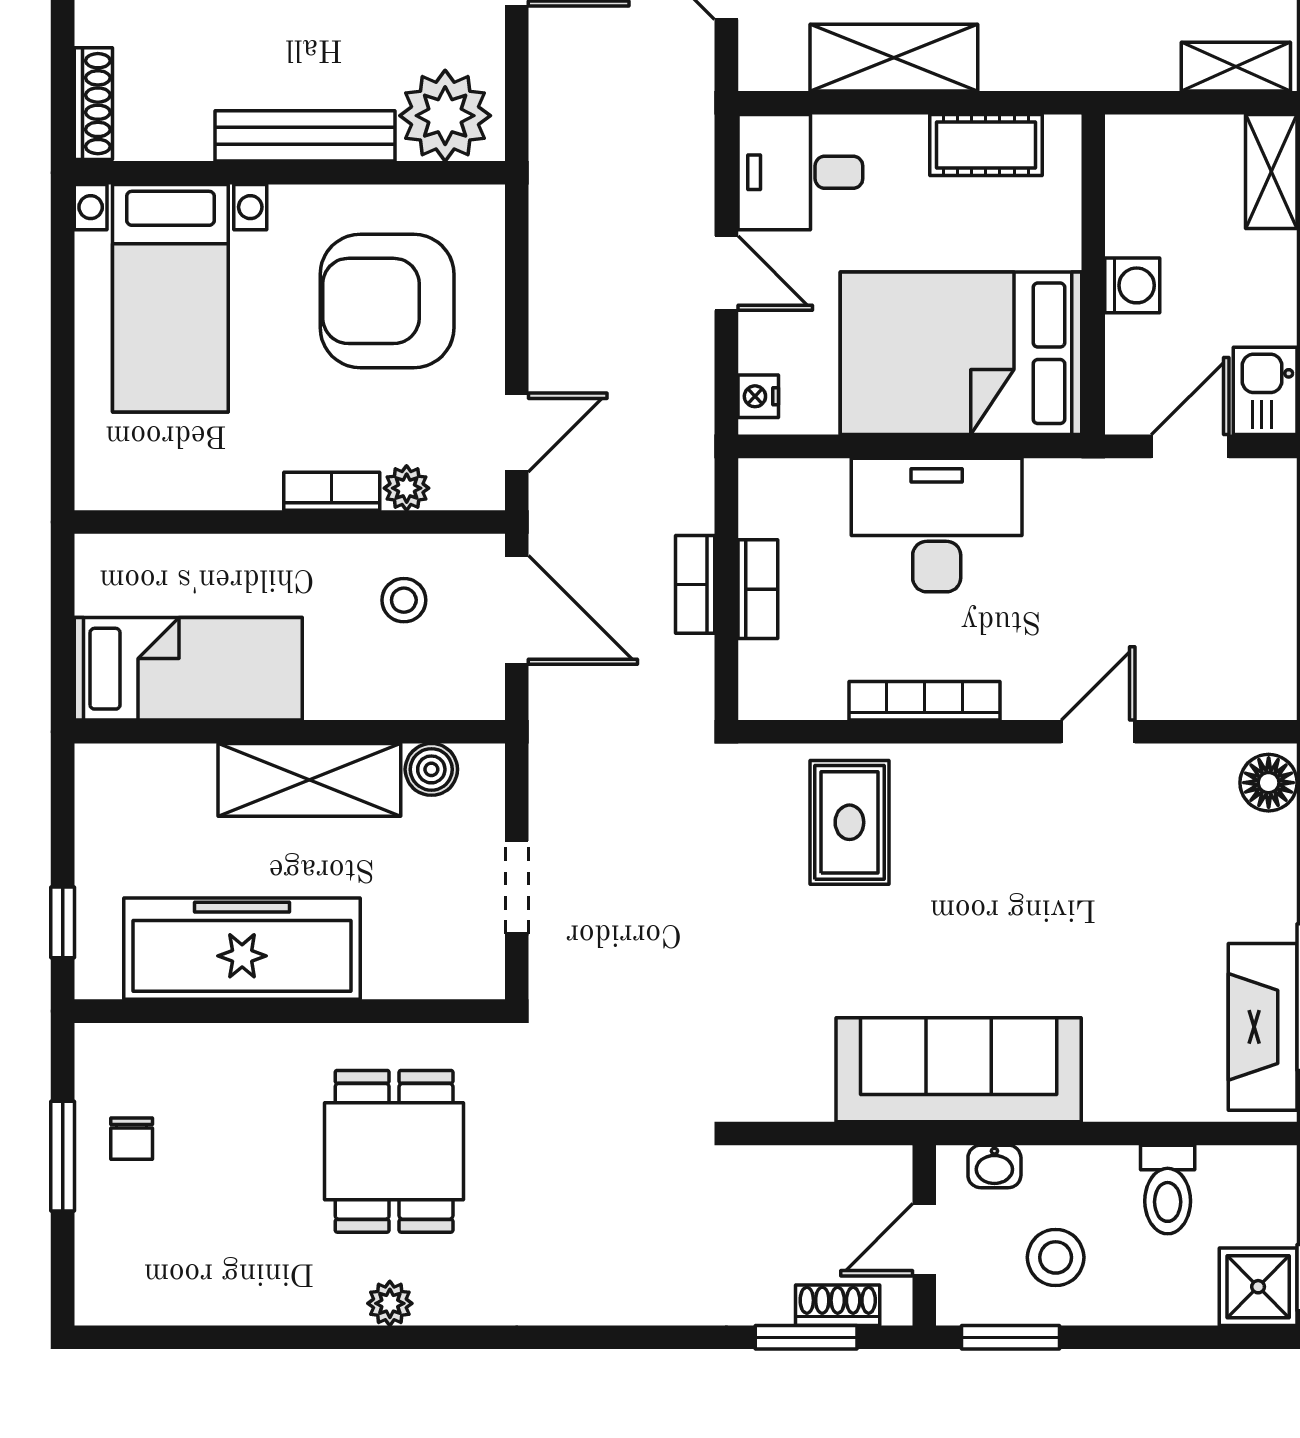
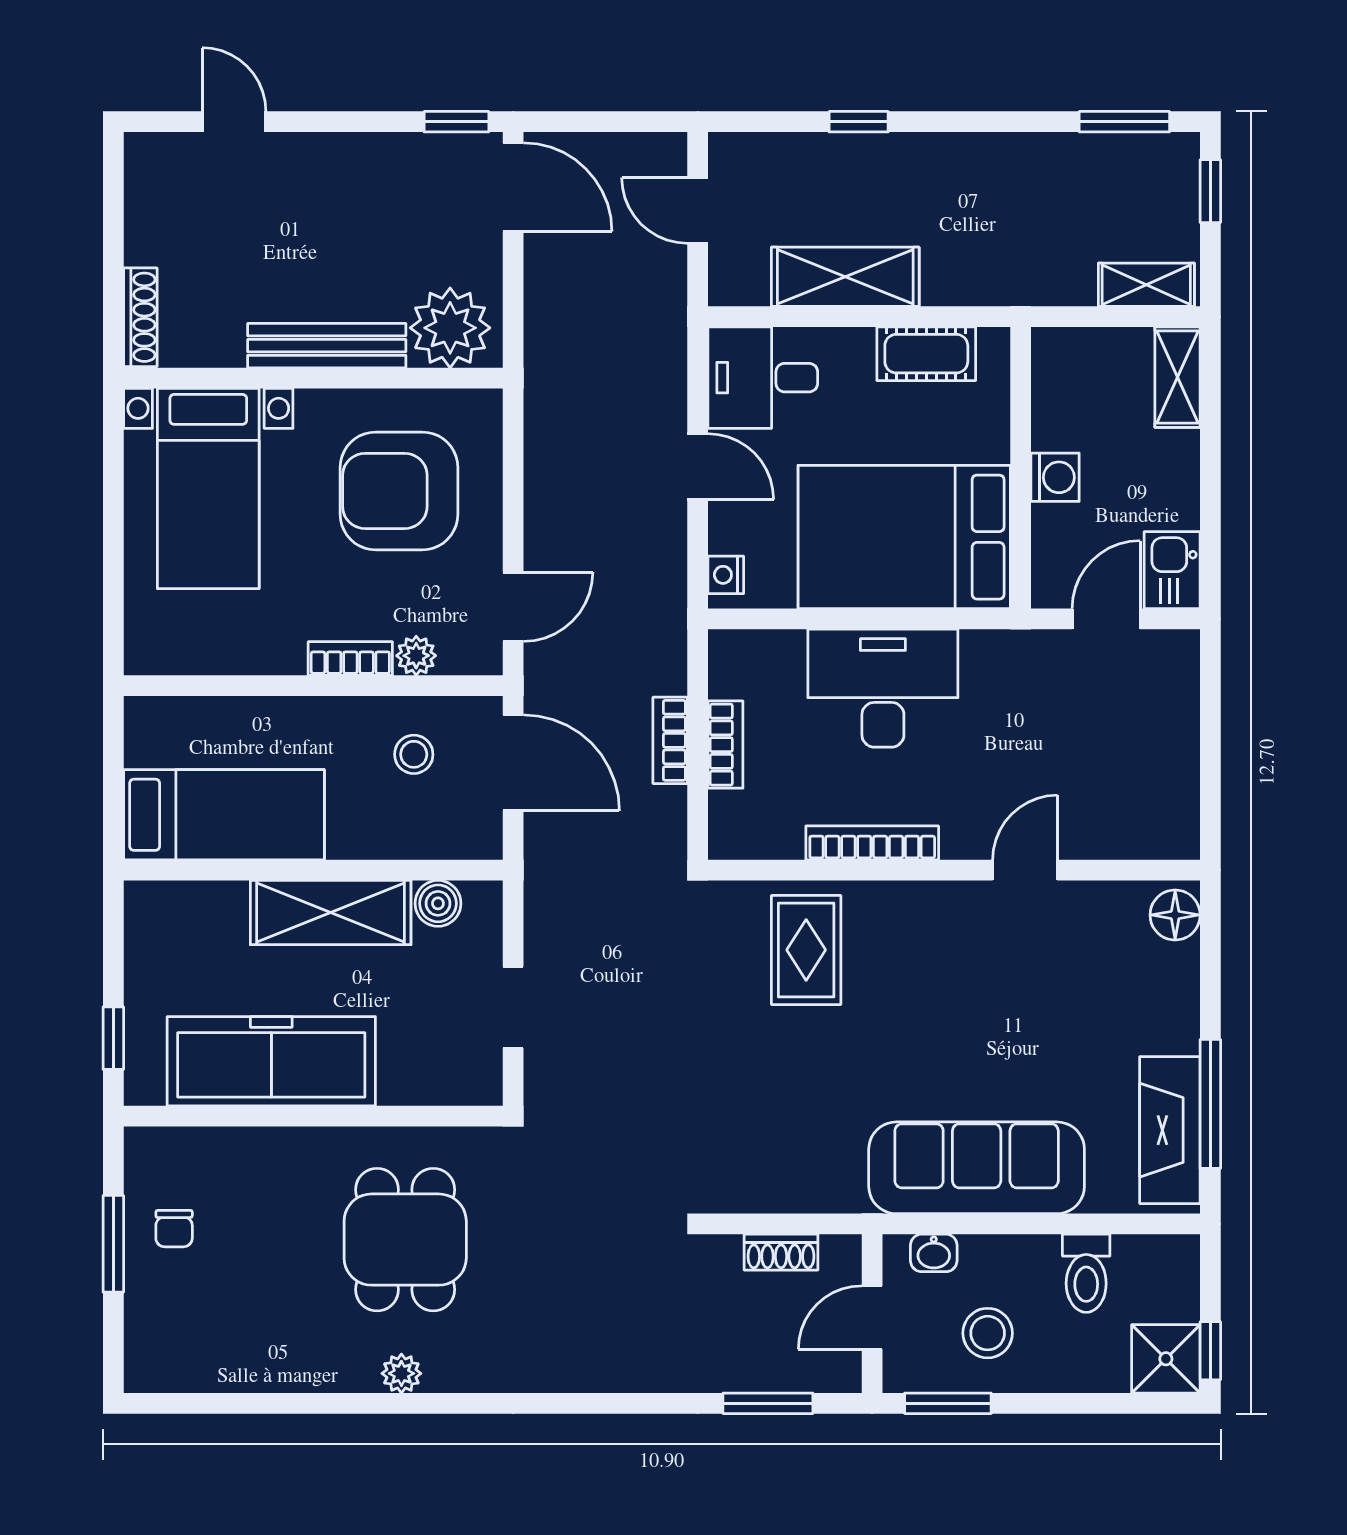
sofa: (959, 1070) -> (977, 1168), moved
shoe rack: (838, 1305) -> (781, 1252), moved, turned 180

